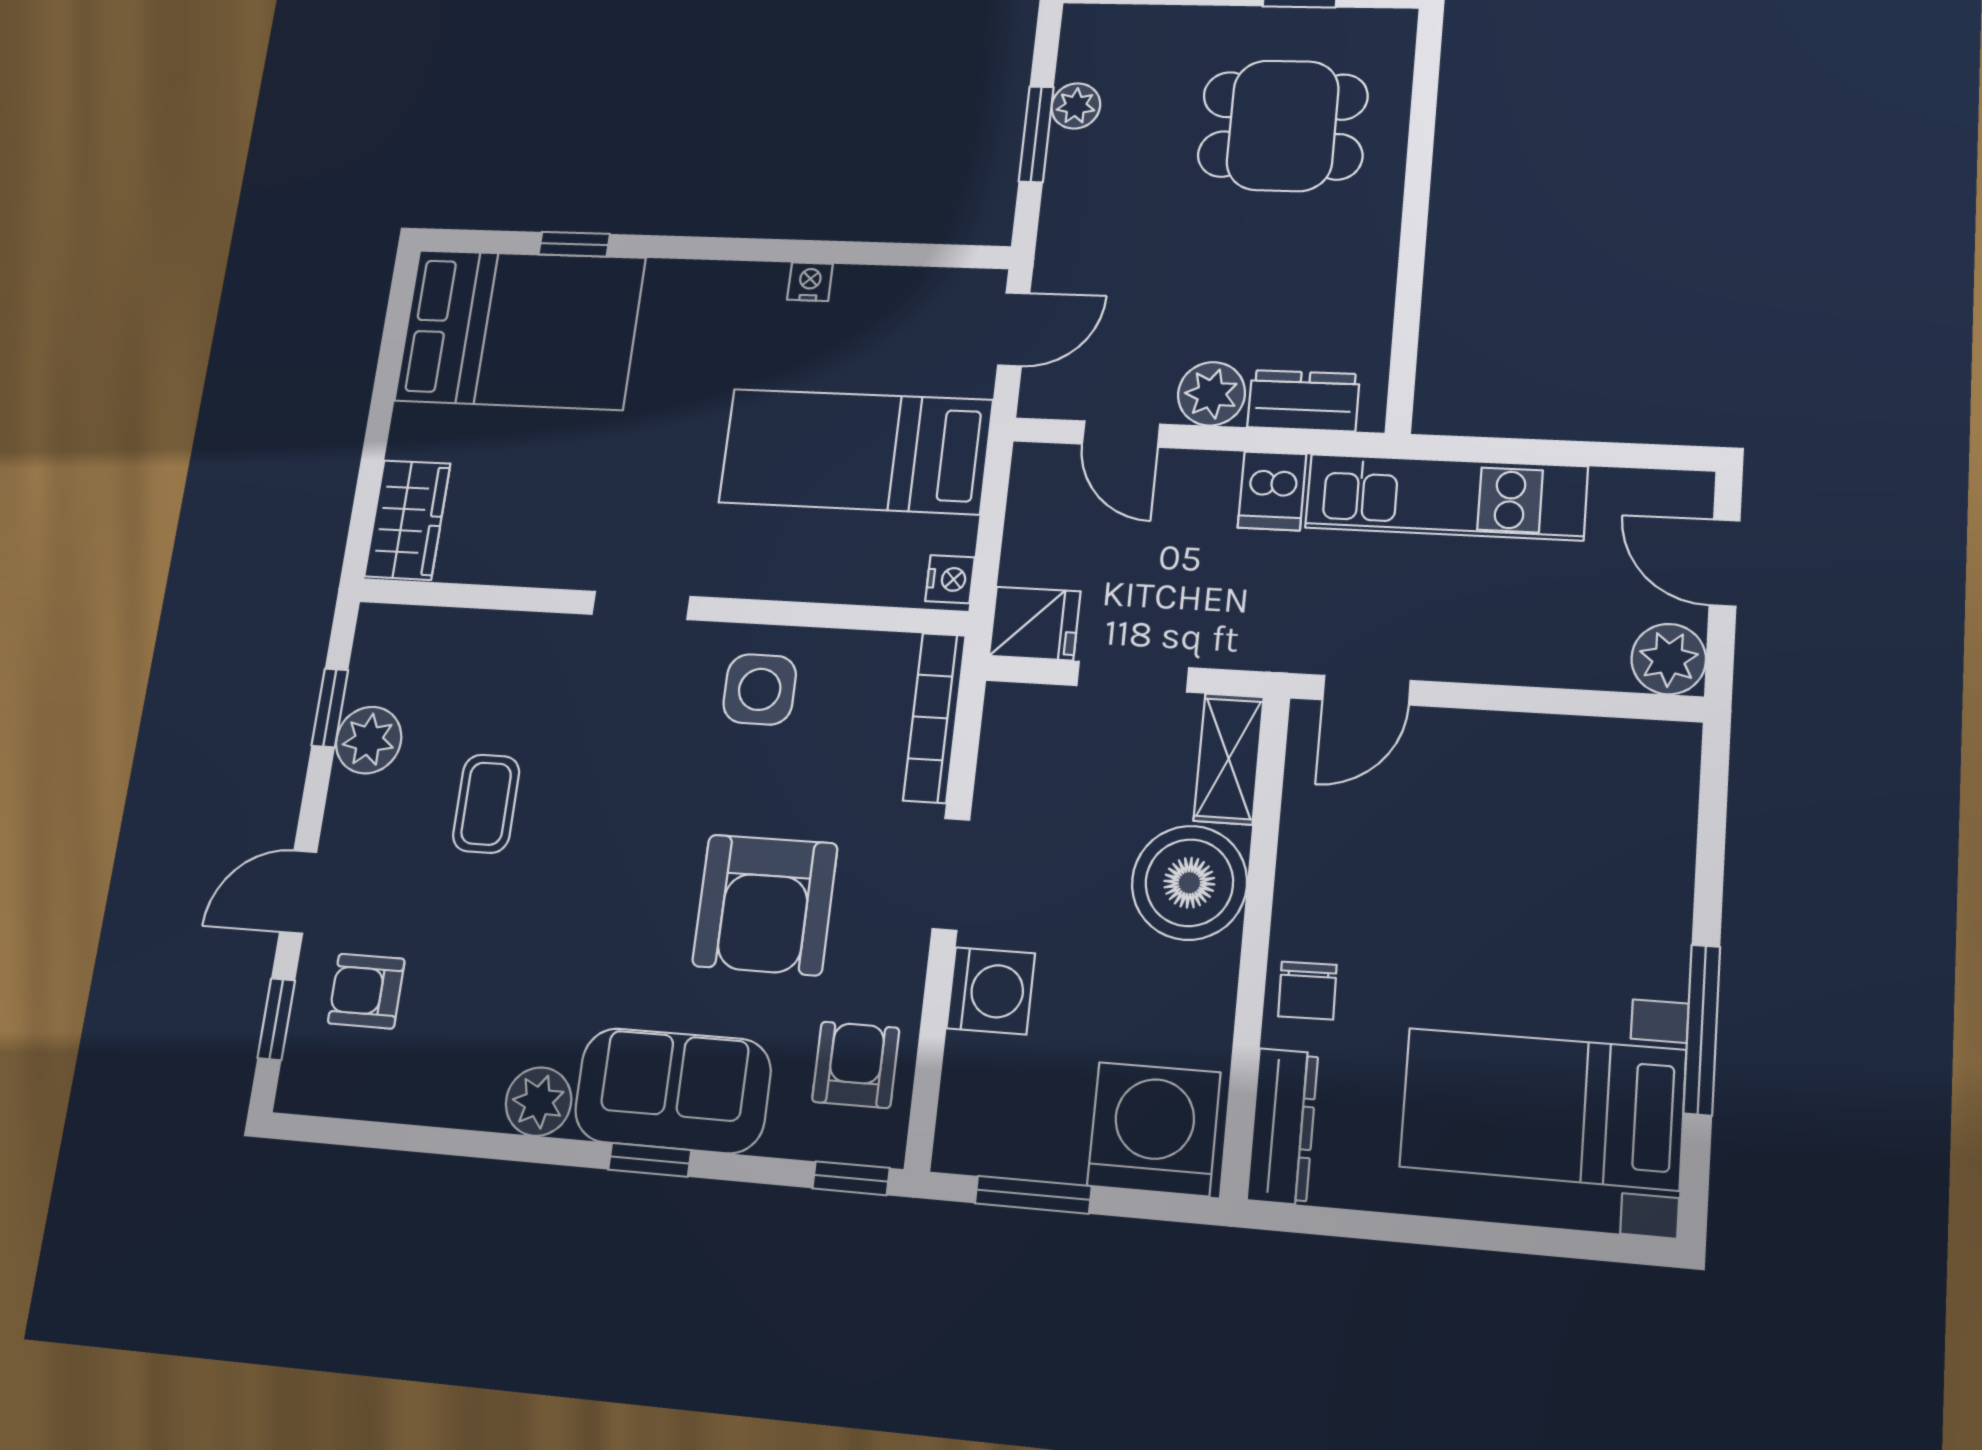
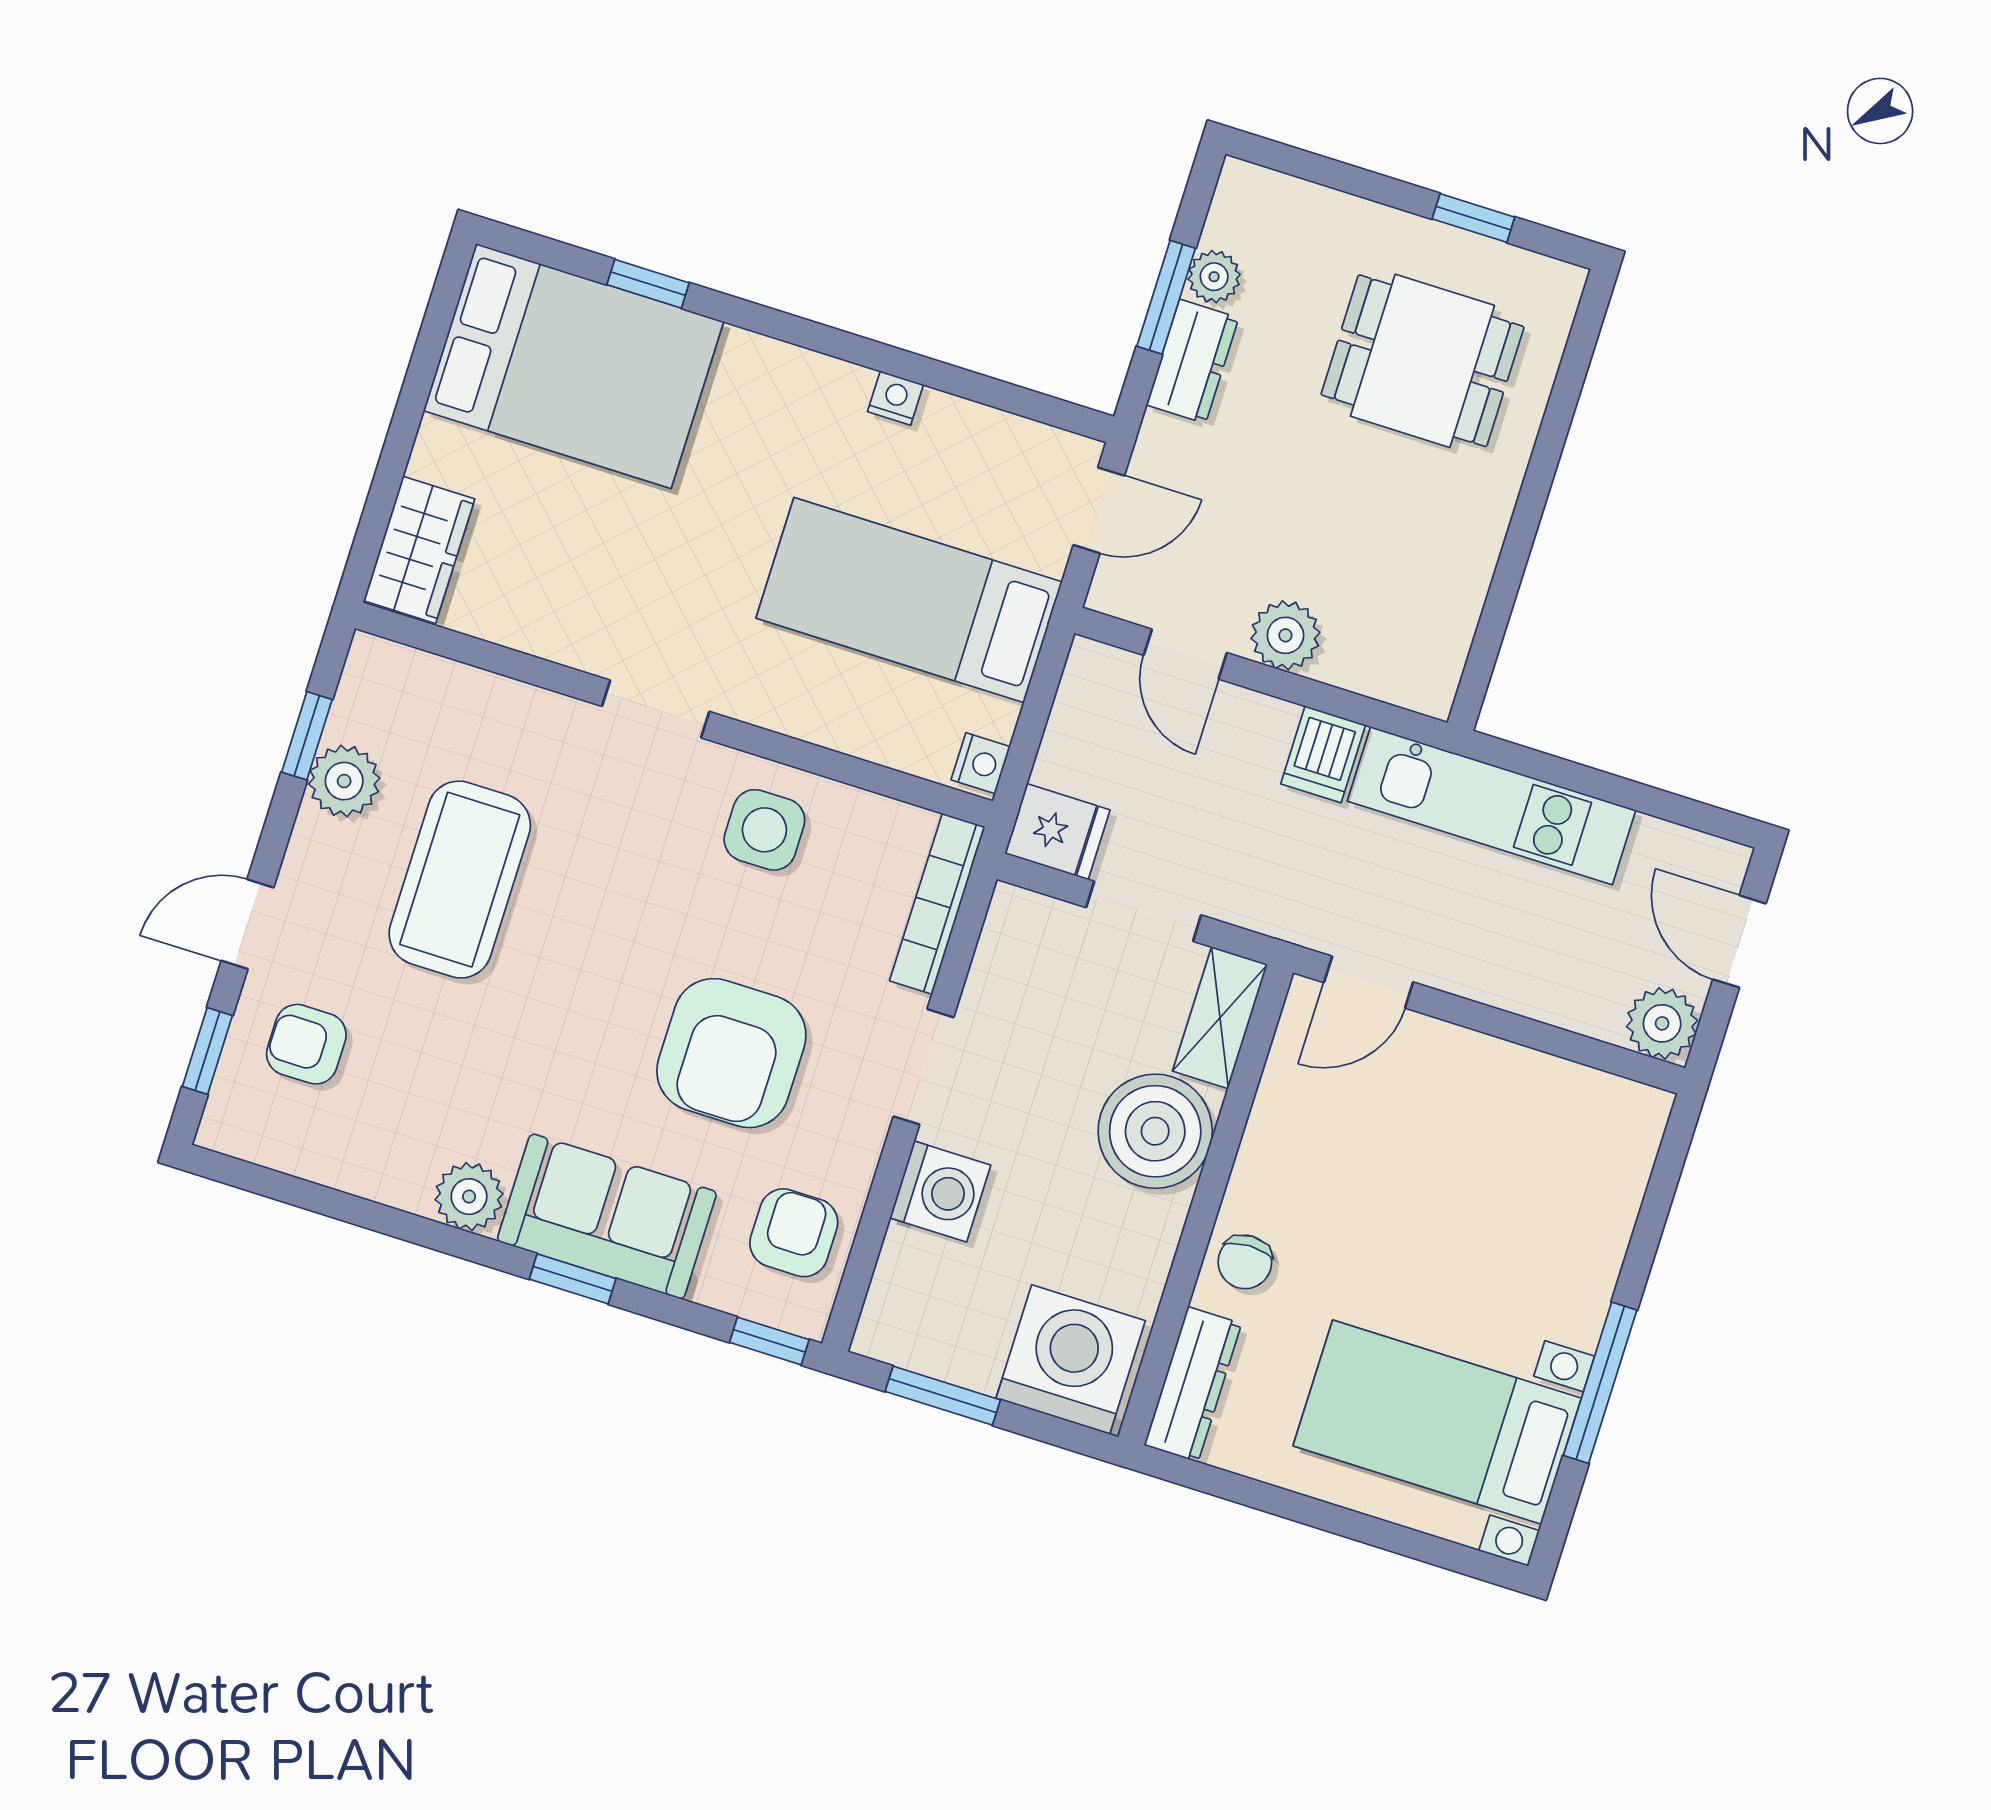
dresser: (1304, 401) -> (1192, 361), moved, turned 90
coffee table: (486, 804) -> (460, 880), width x1.86, depth x1.72

